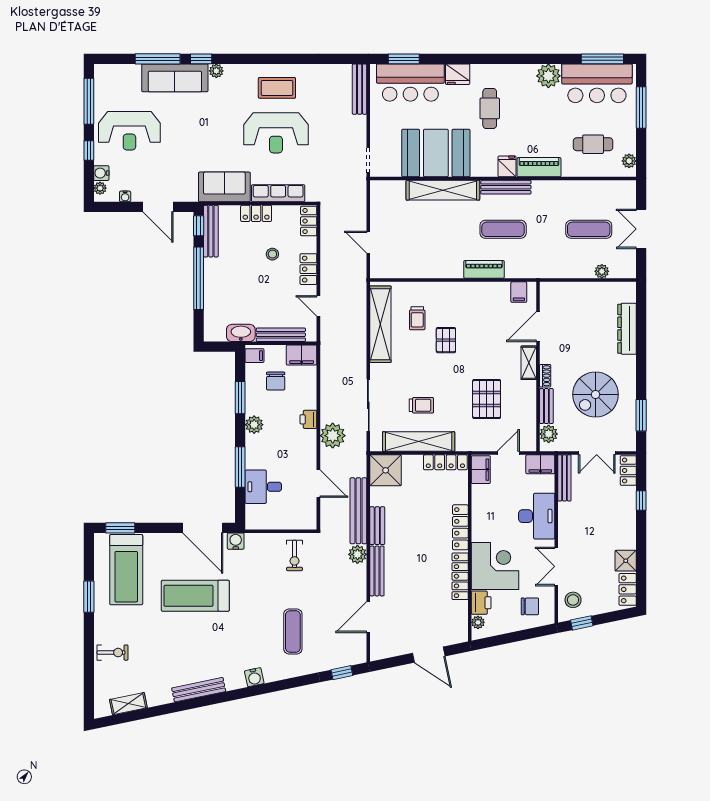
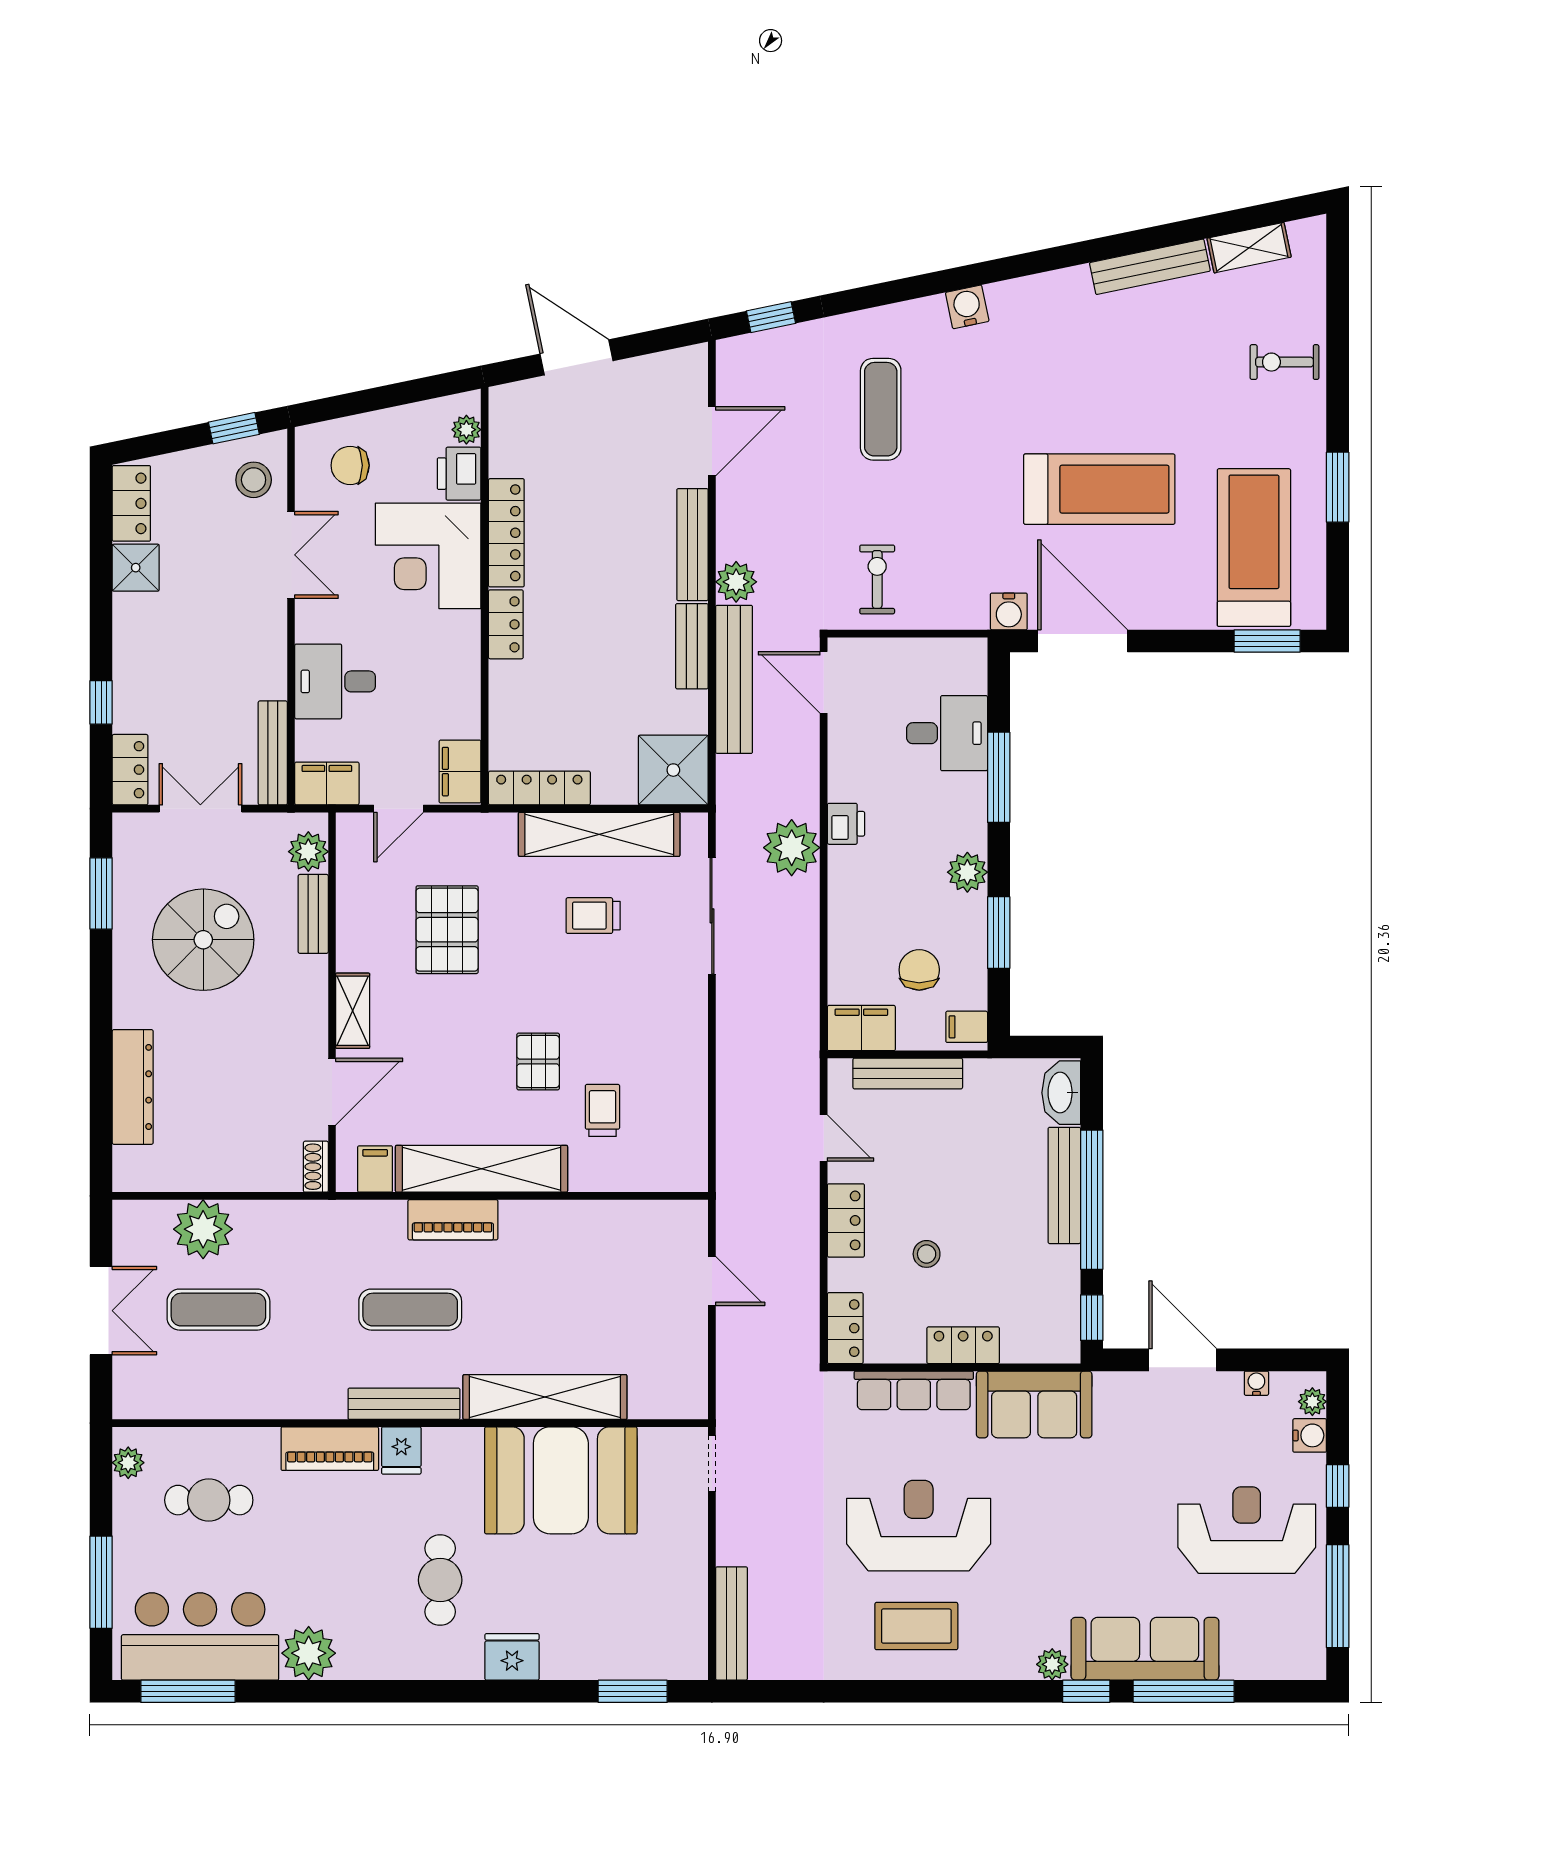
bar counter: (410, 83) -> (618, 1638), removed
bench: (211, 231) -> (1064, 1185), moved
plant: (602, 271) -> (203, 1229), width x1.88, depth x1.88
shelving: (380, 324) -> (481, 1169), moved, turned 90
washbasin: (241, 333) -> (1061, 1093), moved, turned 90
shoe rack: (545, 376) -> (316, 1167), moved
printer: (308, 419) -> (846, 824), moved
door: (318, 484) -> (824, 682), moved
desk: (537, 516) -> (335, 681), width x0.73
locker: (460, 527) -> (506, 624), width x0.66
bench: (199, 690) -> (1150, 267), moved

